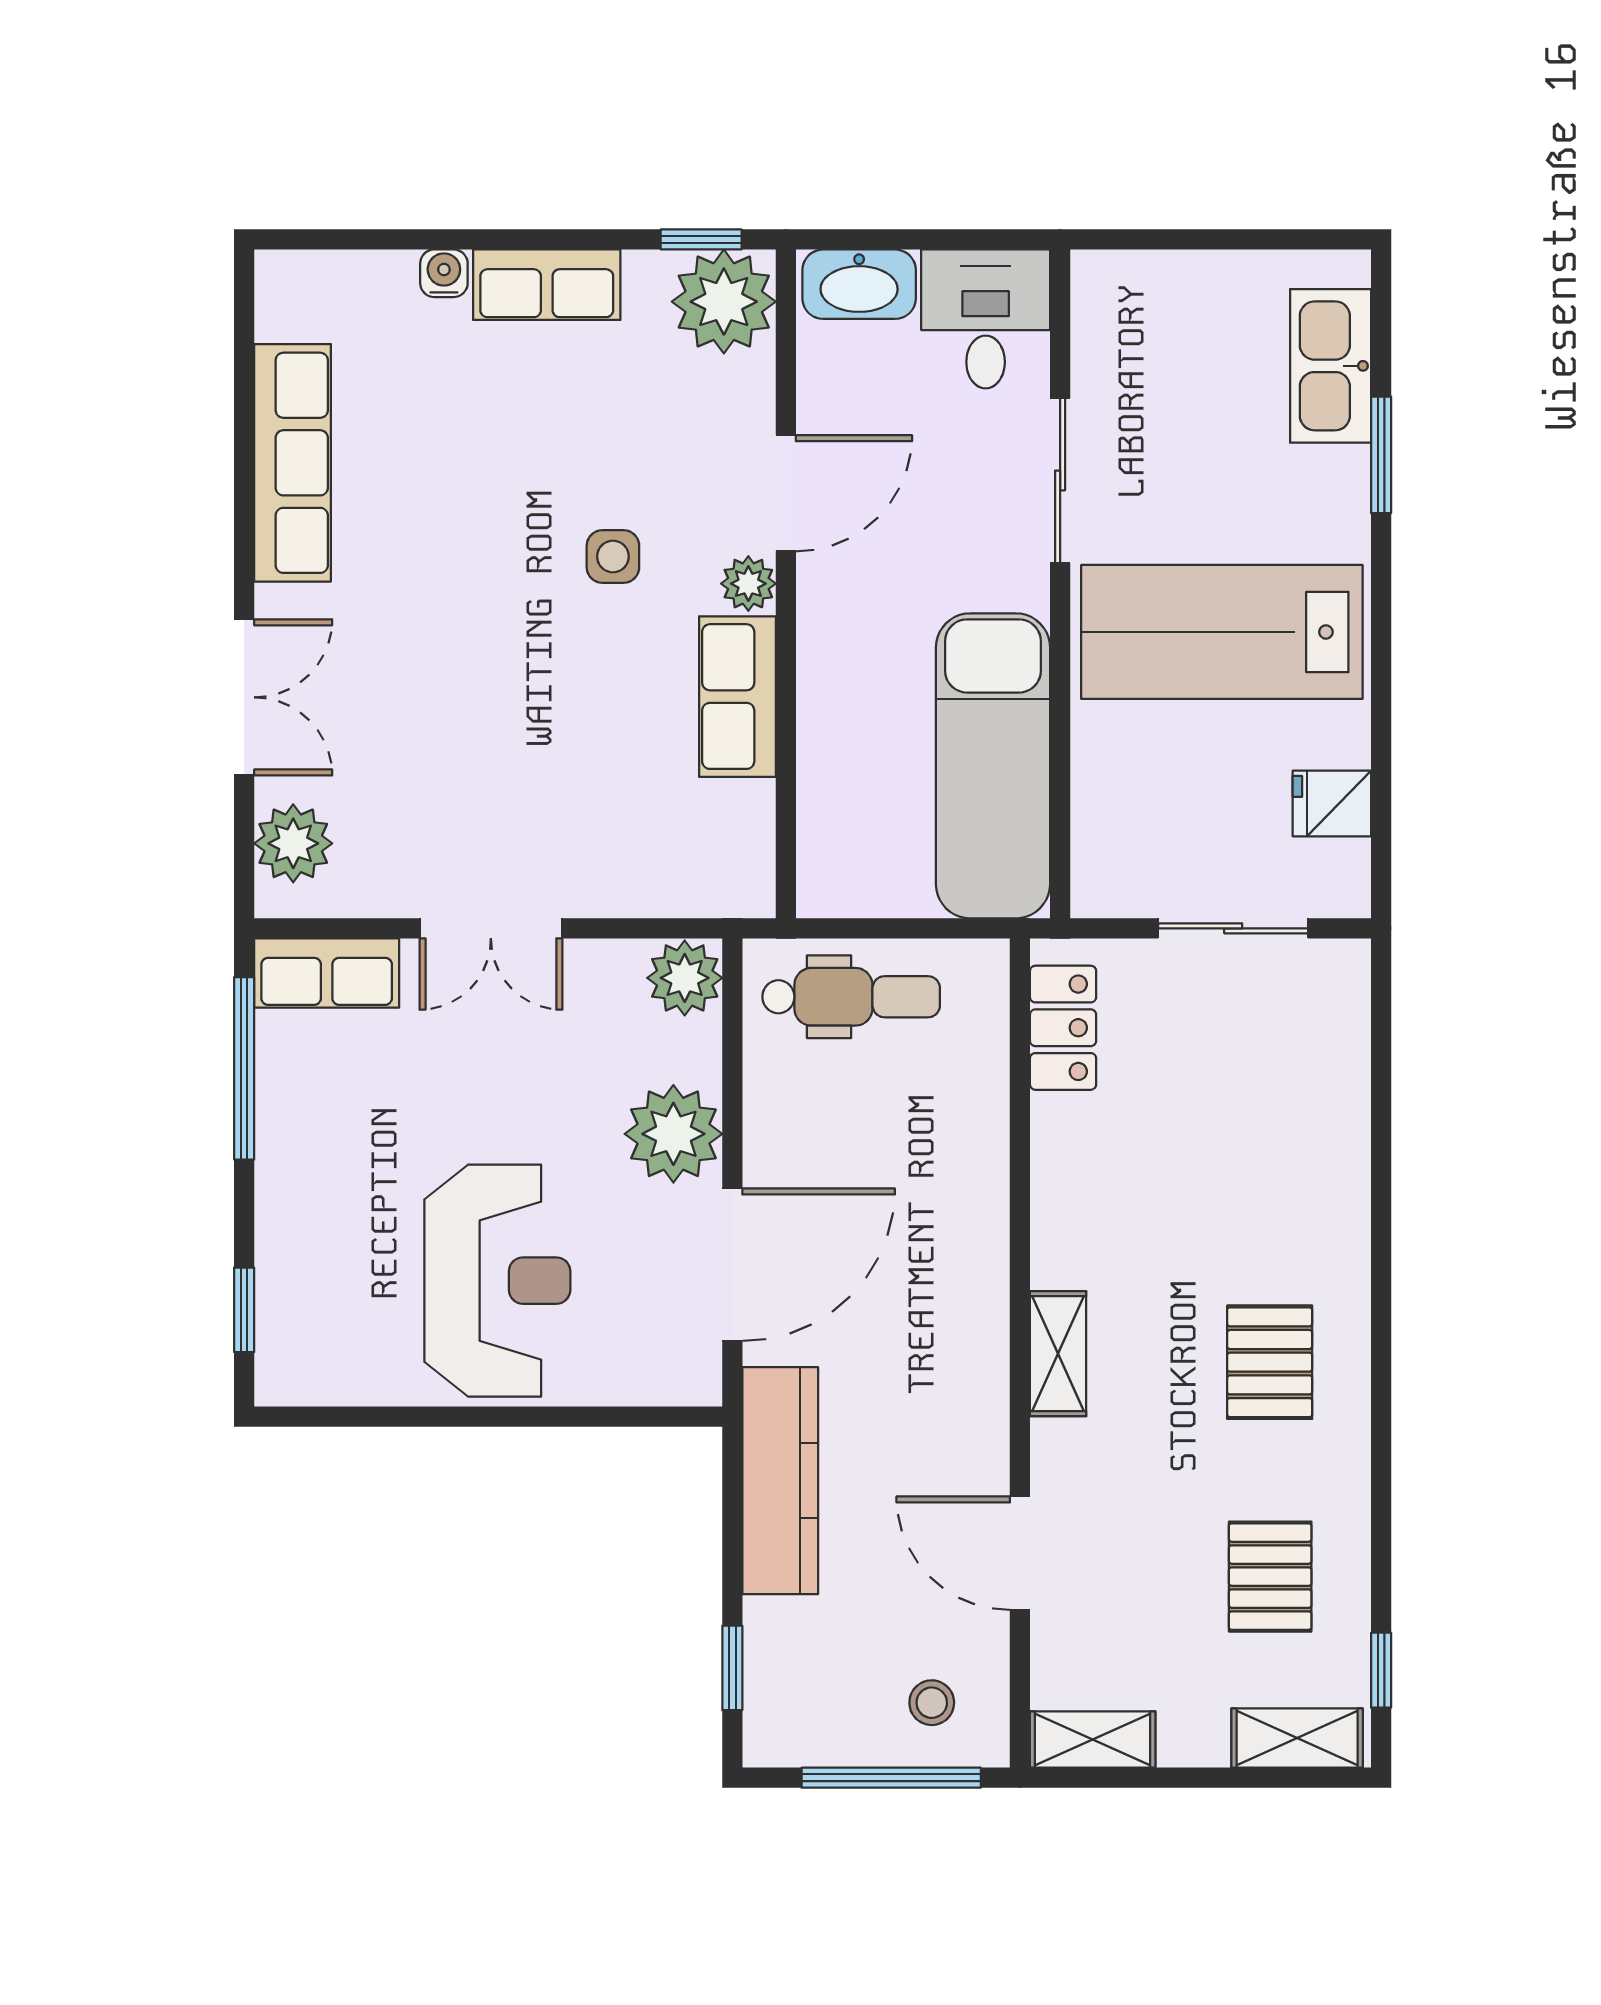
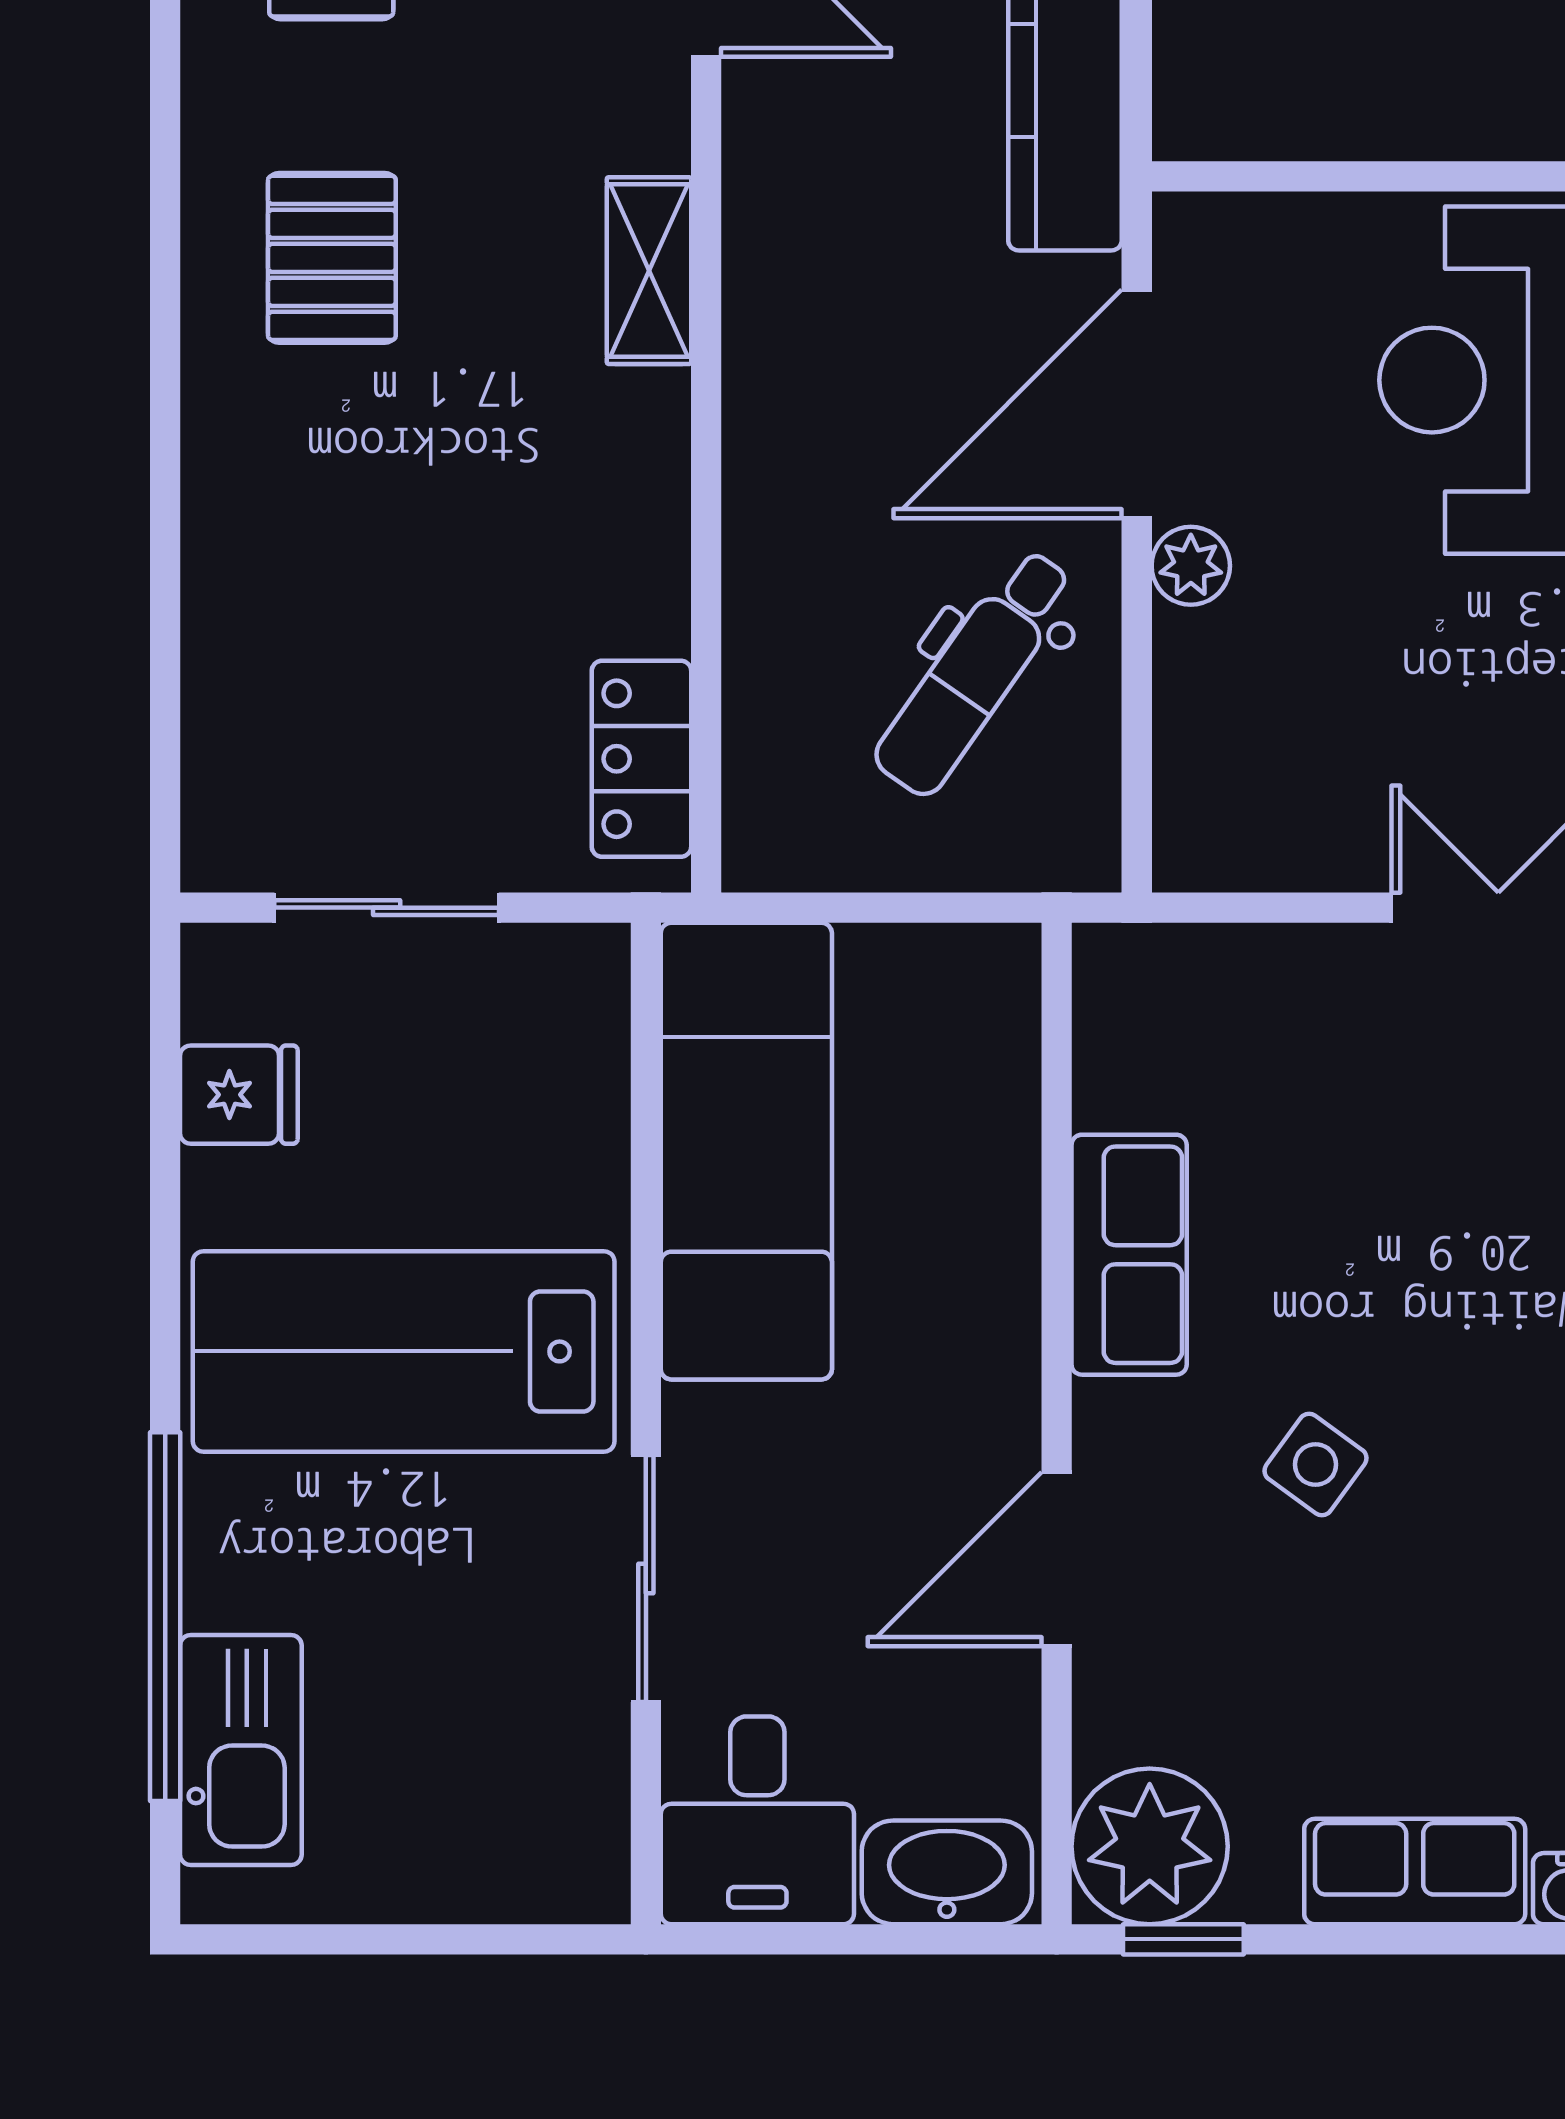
window: (1381, 455) -> (165, 1617), width x2.11
side table: (613, 557) -> (1316, 1464), turned 36
plant: (748, 584) -> (1113, 1424), removed
lab bench: (1222, 632) -> (404, 1351), turned 180
plant: (685, 978) -> (1208, 833), removed
dental chair: (851, 997) -> (975, 673), moved, turned -55
plant: (673, 1134) -> (1191, 566), width x0.53, depth x0.53

